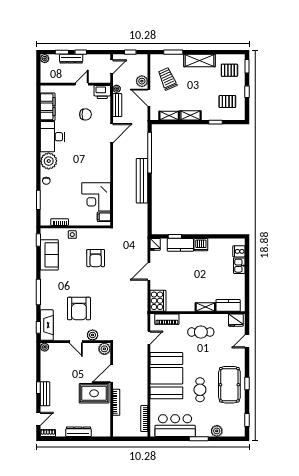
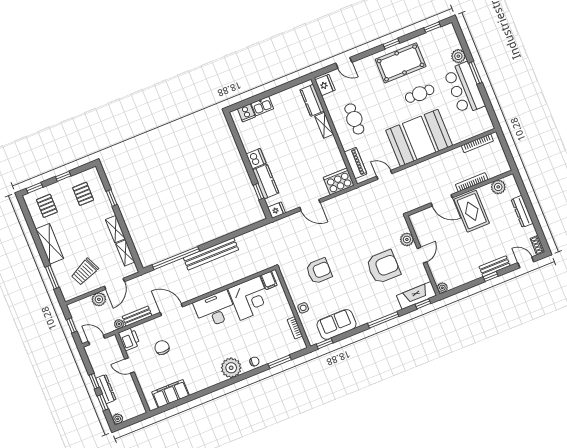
desk: (52, 137) -> (215, 309), moved, turned 180
plant: (104, 349) -> (498, 187), moved
bar counter: (175, 426) -> (464, 88), moved

